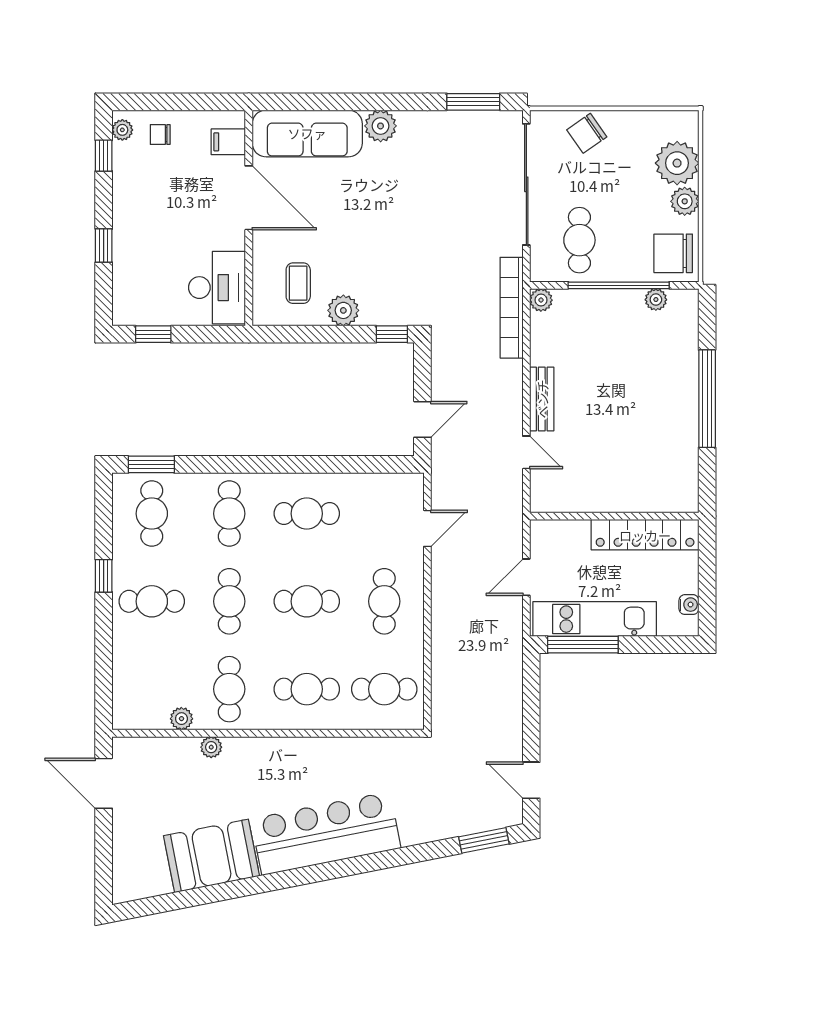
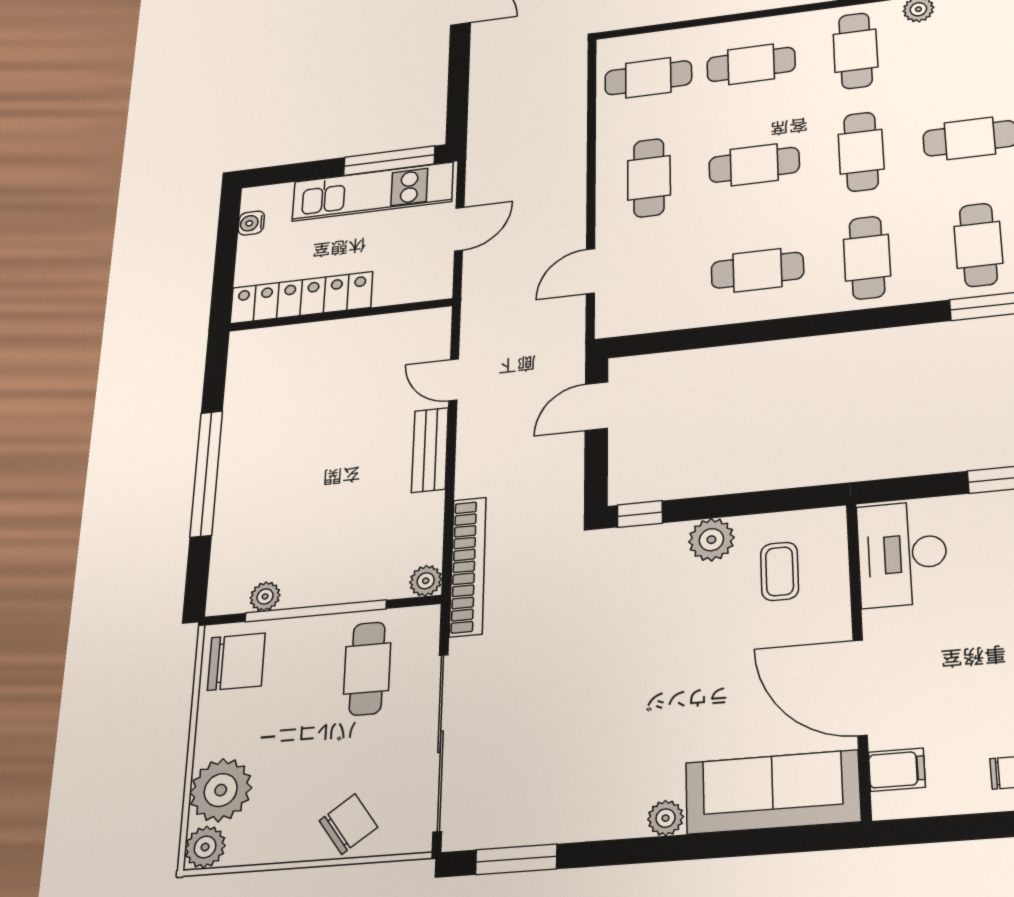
plant: (381, 126) -> (666, 818), width x0.73, depth x0.73
plant: (685, 201) -> (205, 847), moved

